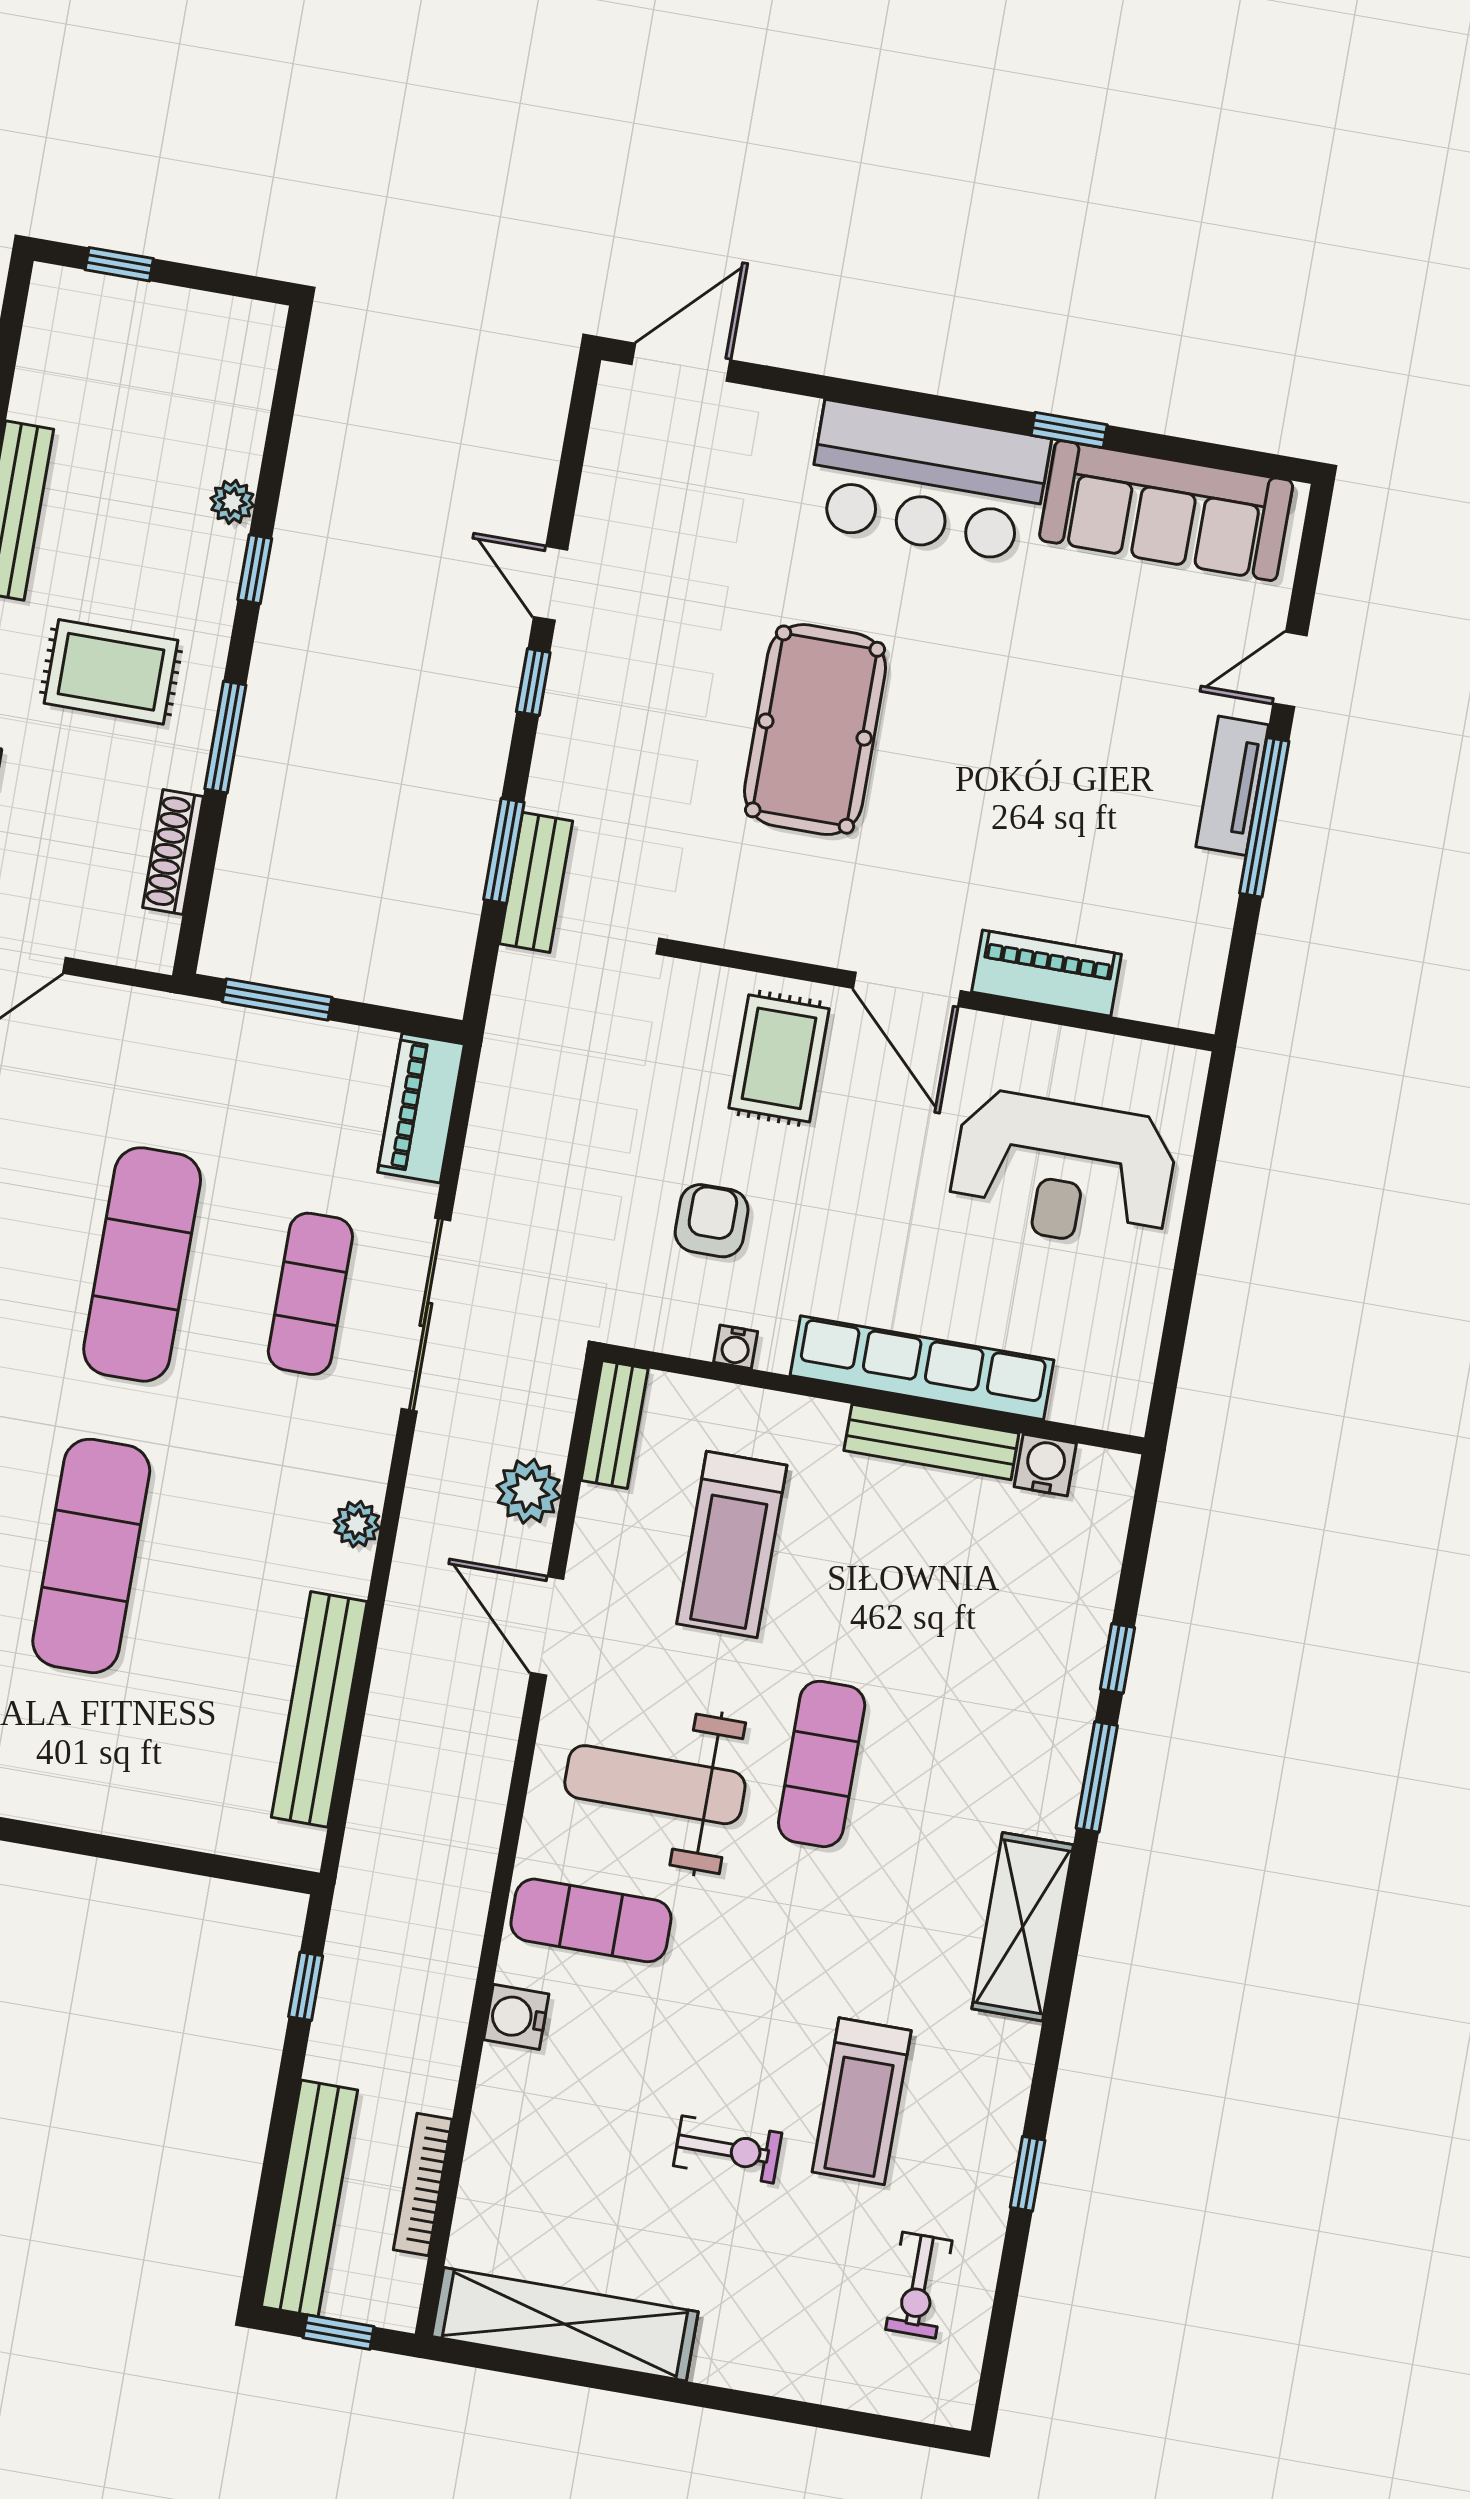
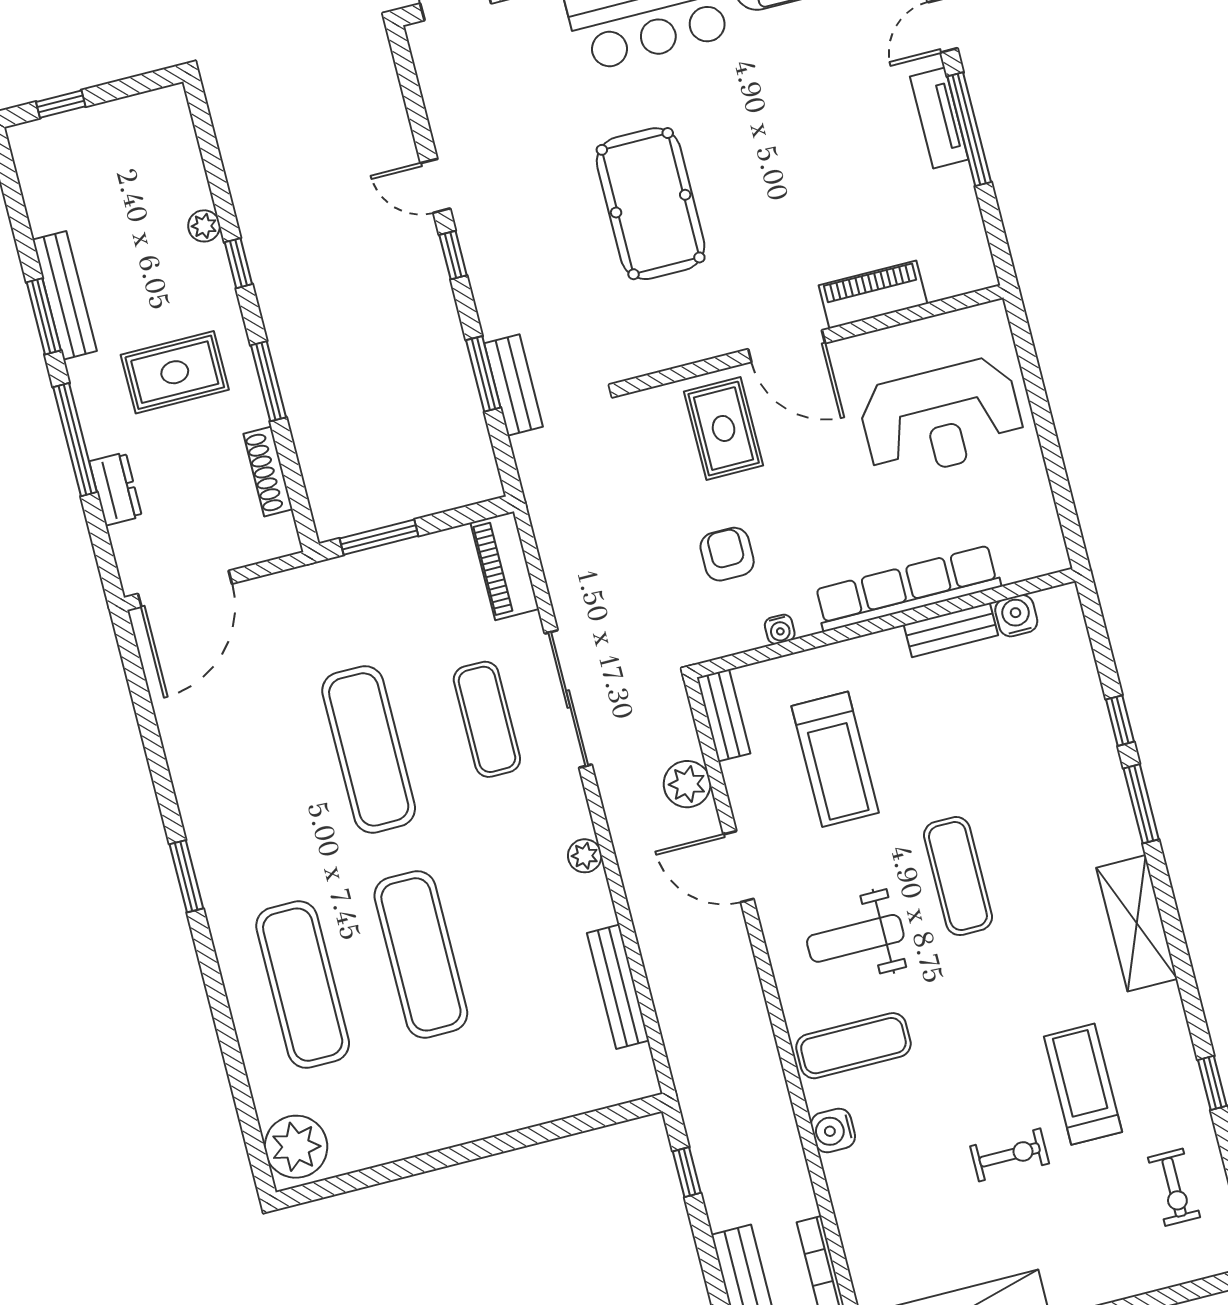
bench: (931, 1442) -> (951, 630), width x0.73
bench: (319, 1709) -> (618, 987), width x0.73, depth x0.82
weight bench: (655, 1785) -> (855, 938), width x0.73, depth x0.75
treadmill: (862, 2101) -> (1083, 1084), turned 180

